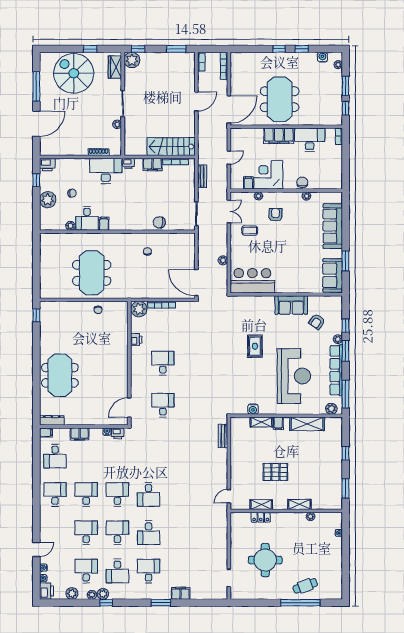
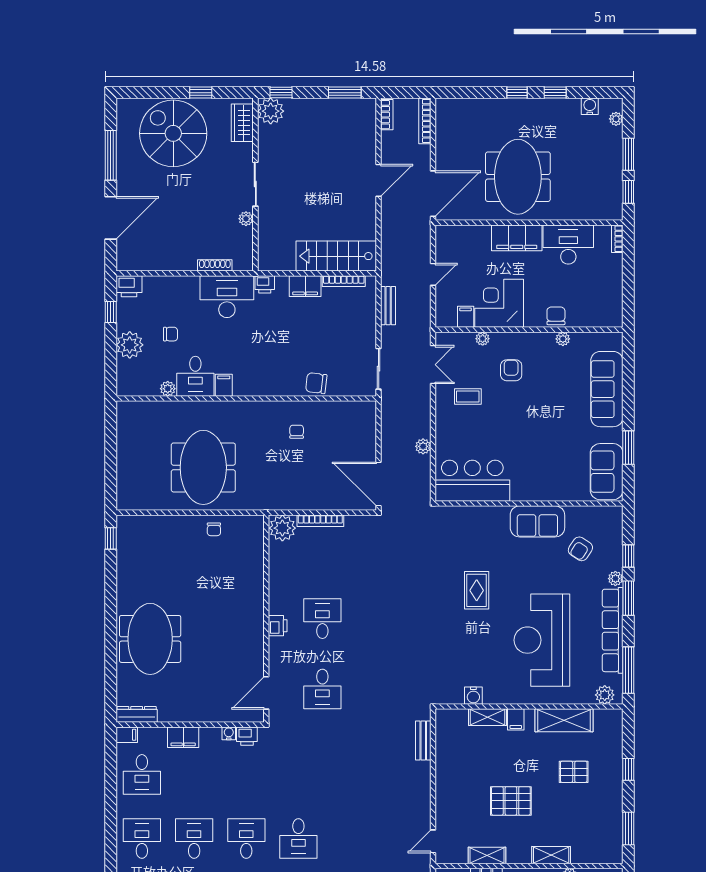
printer: (136, 340) -> (278, 626), moved
reception desk: (294, 376) -> (542, 640), turned 180
desk: (163, 405) -> (322, 689), turned 180
pallet: (313, 455) -> (574, 772), added

